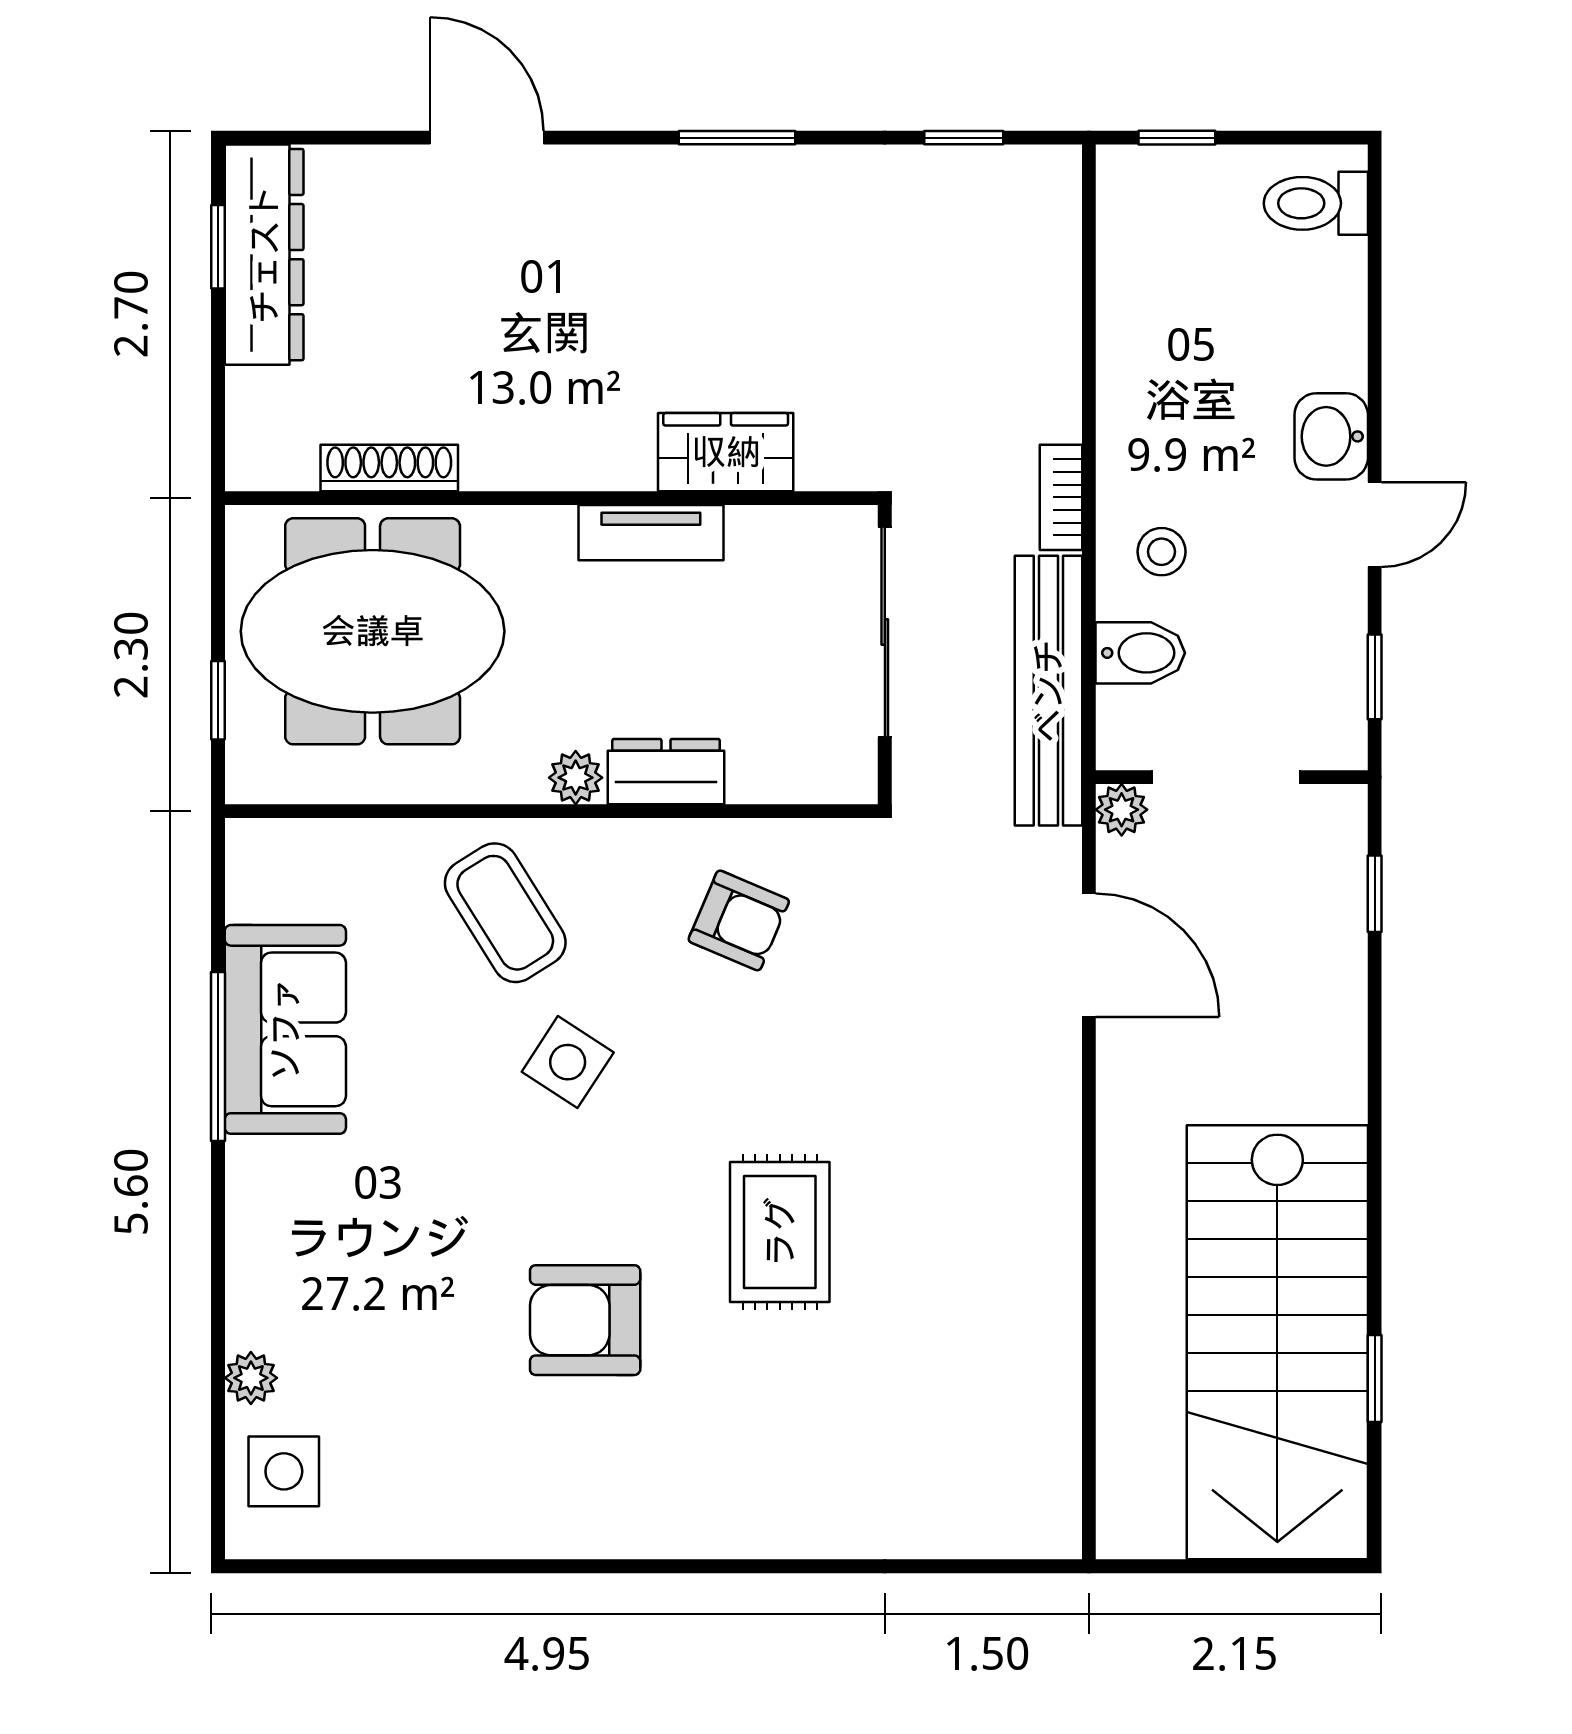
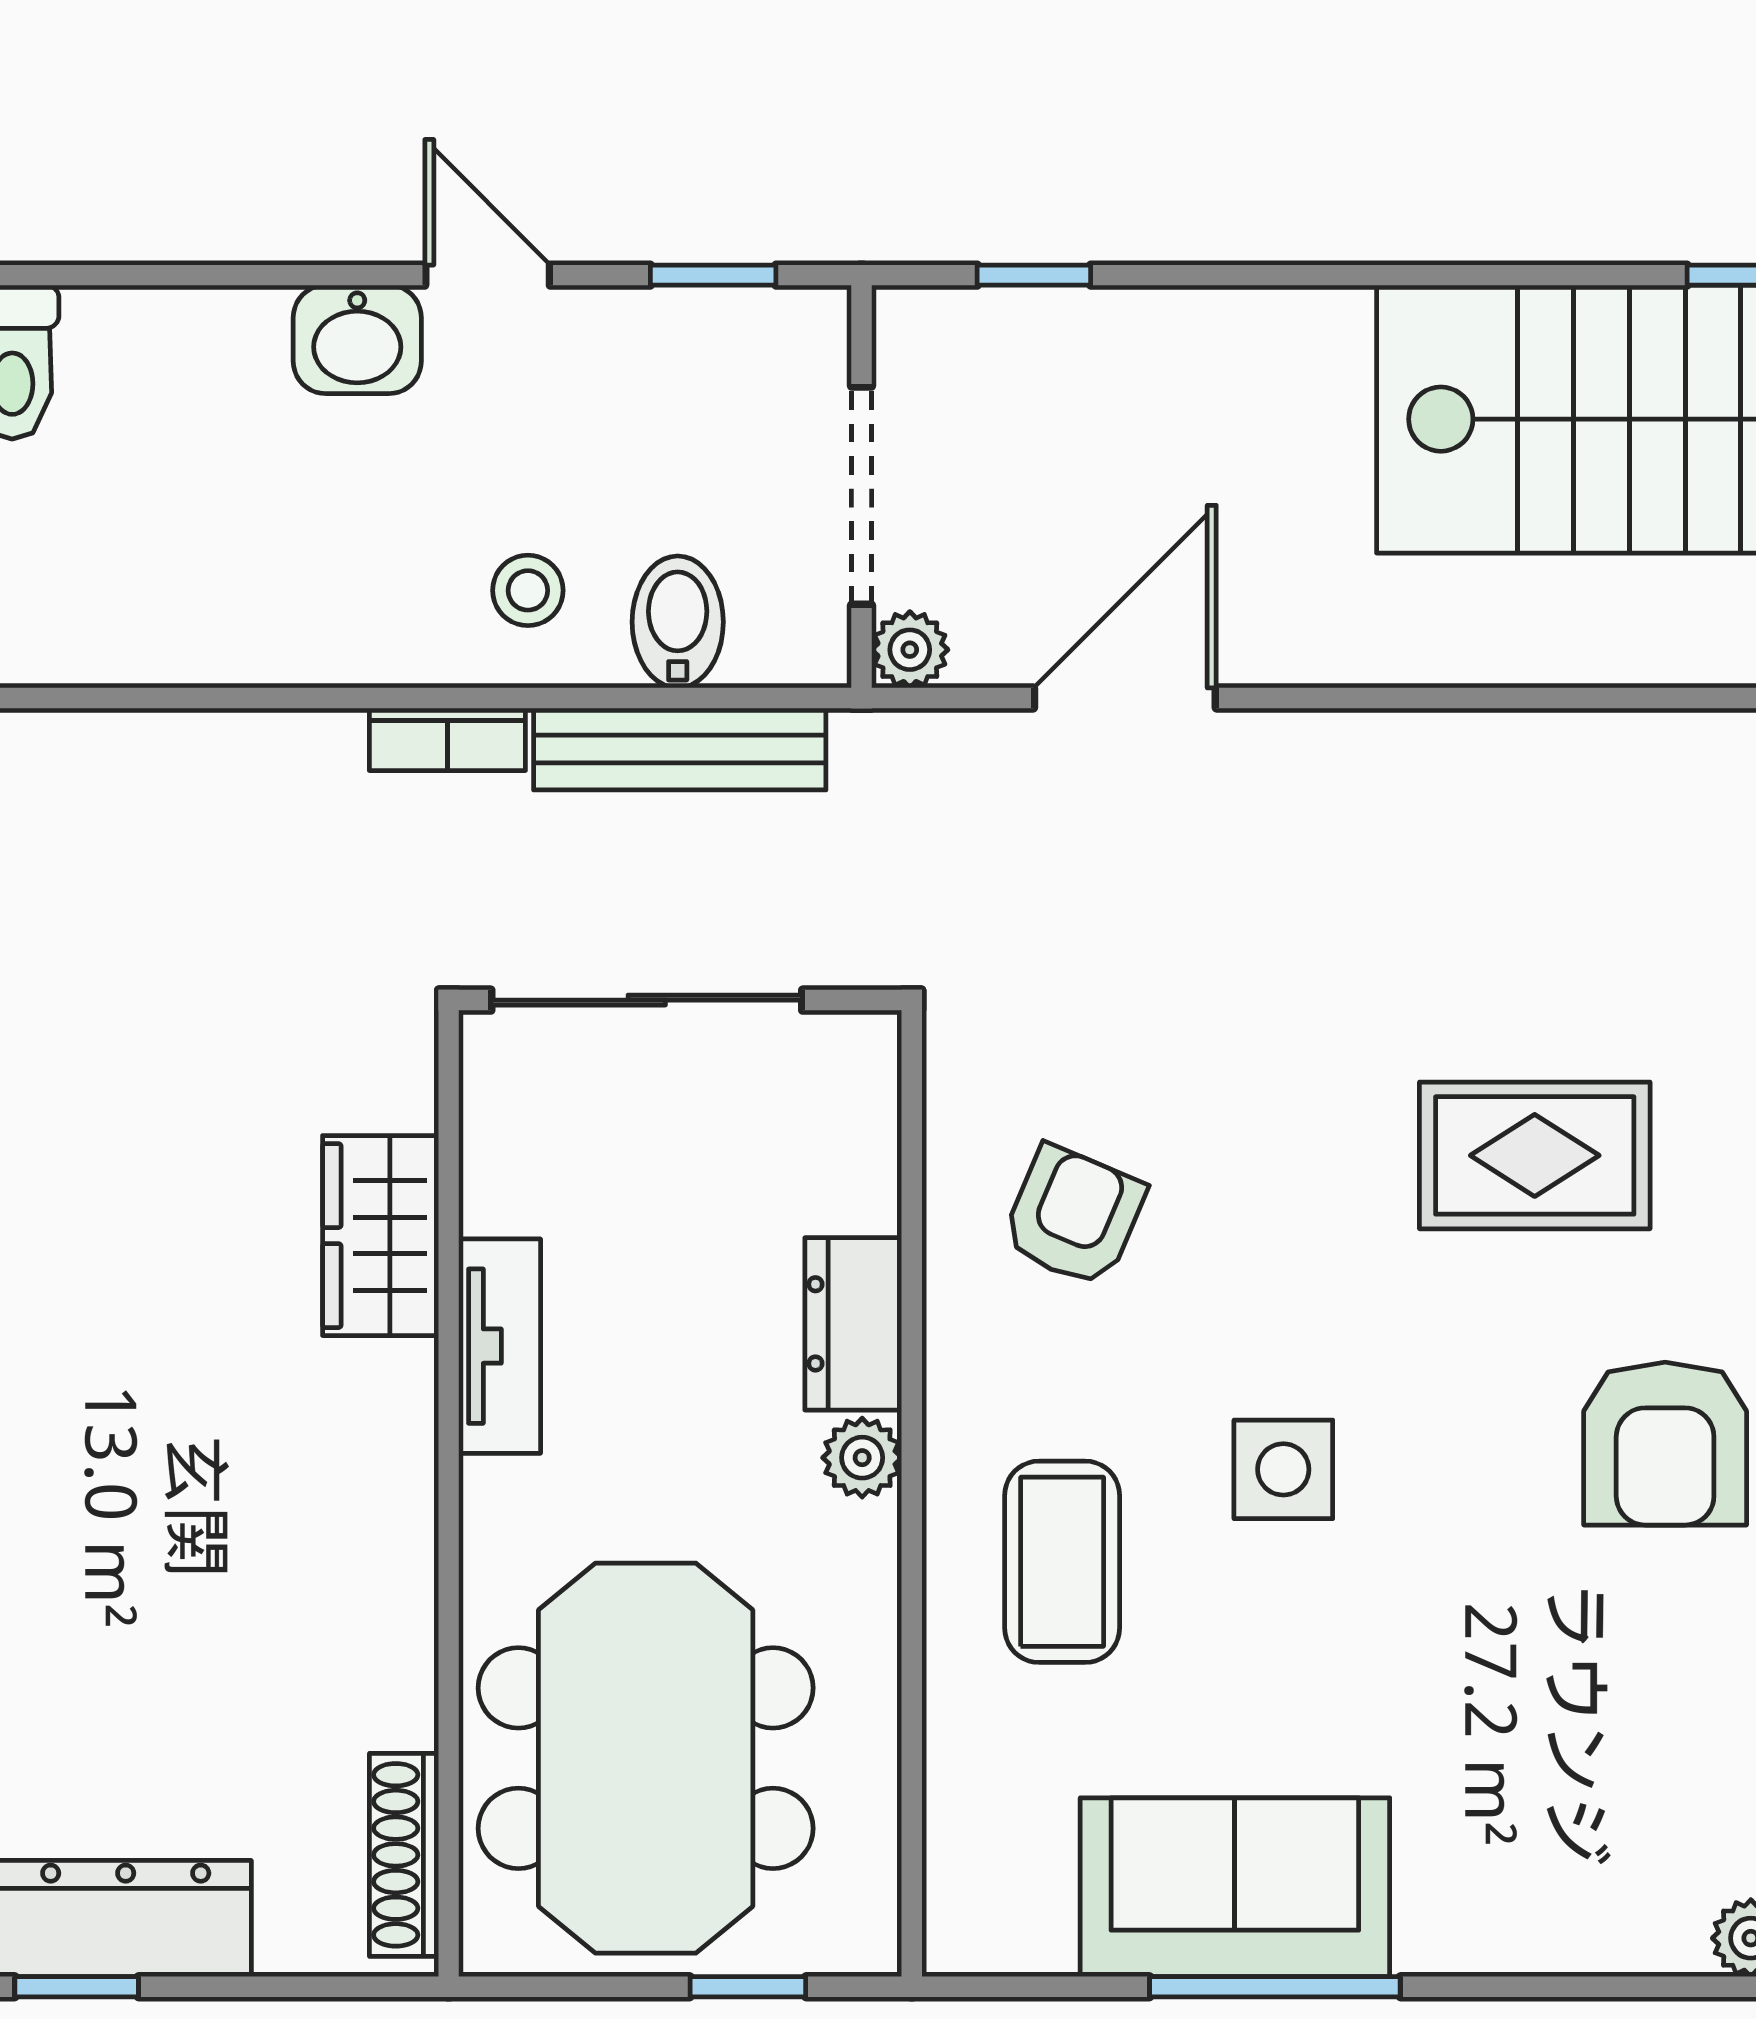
shoe rack: (389, 468) -> (404, 1855), moved
bench: (1048, 691) -> (680, 749), width x0.73, depth x0.82
coffee table: (505, 913) -> (1062, 1562), turned -58
side table: (568, 1062) -> (1283, 1469), turned -33

